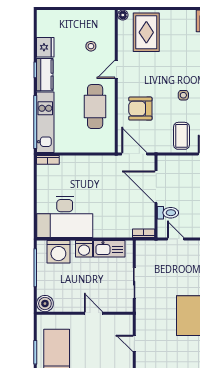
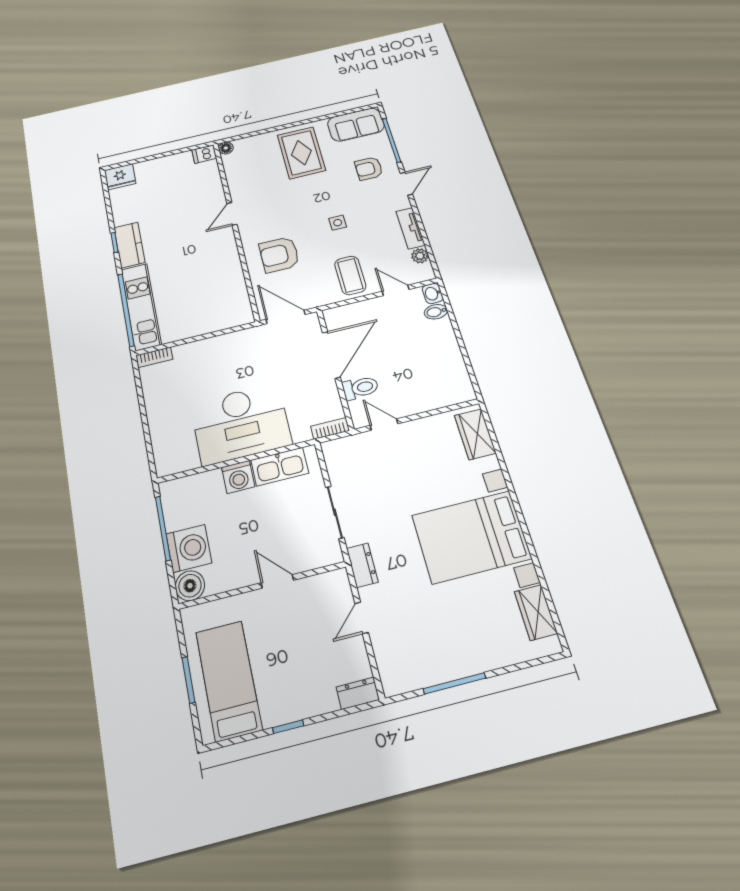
dishwasher: (107, 16) -> (204, 154), added
rug: (146, 32) -> (301, 153), moved
stool: (91, 46) -> (189, 195), removed
fridge: (45, 47) -> (120, 177), moved, turned 90
cafe table: (95, 107) -> (212, 268), removed
door: (156, 187) -> (331, 355), swing flipped
desk: (65, 217) -> (241, 424), moved
washing machine: (58, 252) -> (189, 548), moved, turned -90
dresser: (142, 316) -> (362, 565), added
door: (134, 343) -> (362, 618), hinge flipped

